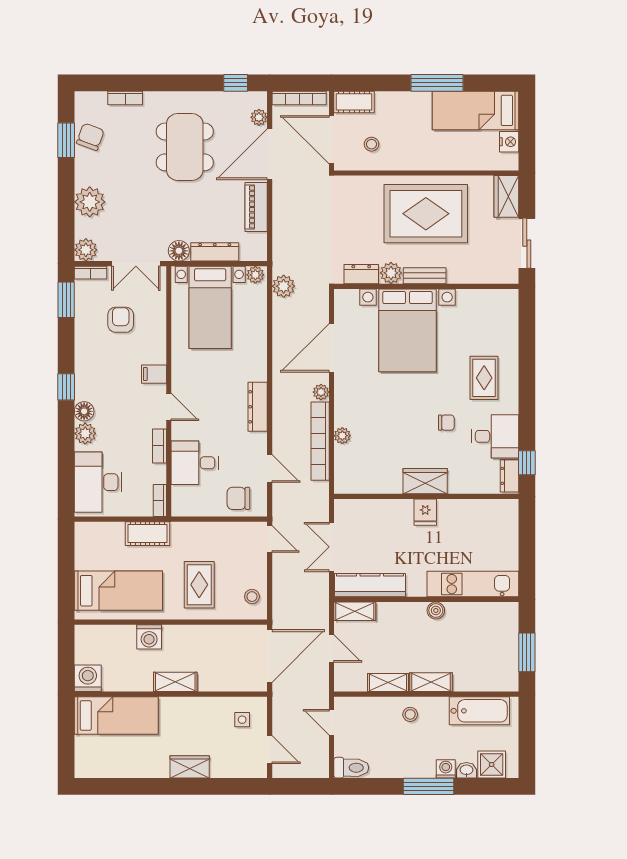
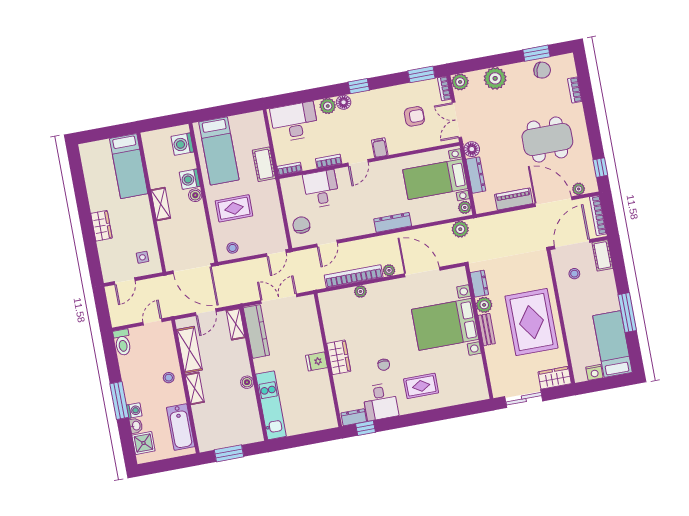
dresser: (258, 407) -> (393, 222), moved
boiler: (172, 633) -> (195, 195), added
washing machine: (88, 678) -> (182, 144), moved, turned 180
shelving: (388, 683) -> (190, 350), width x1.50, depth x1.33

